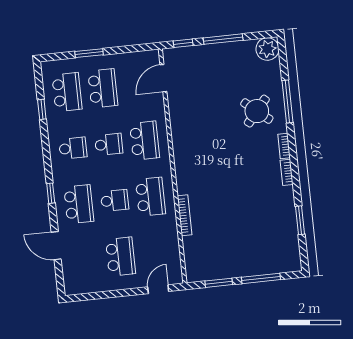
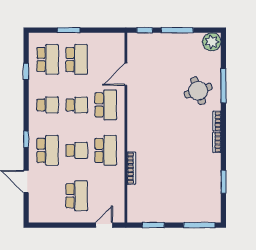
door: (163, 78) -> (126, 74), moved
round table: (257, 111) -> (198, 91), turned 31
window: (261, 278) -> (199, 225), moved

